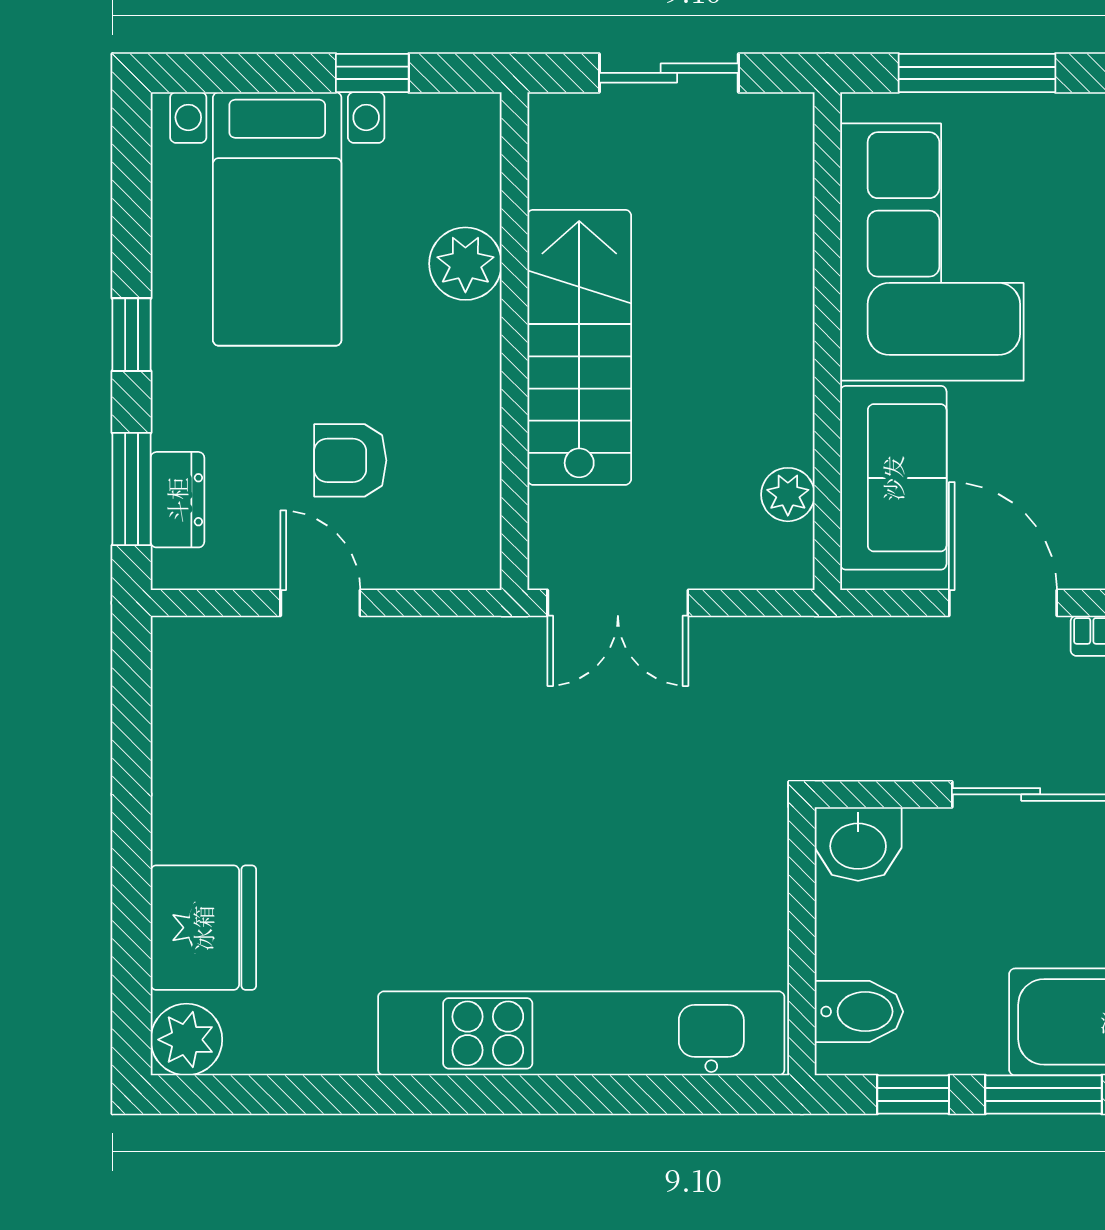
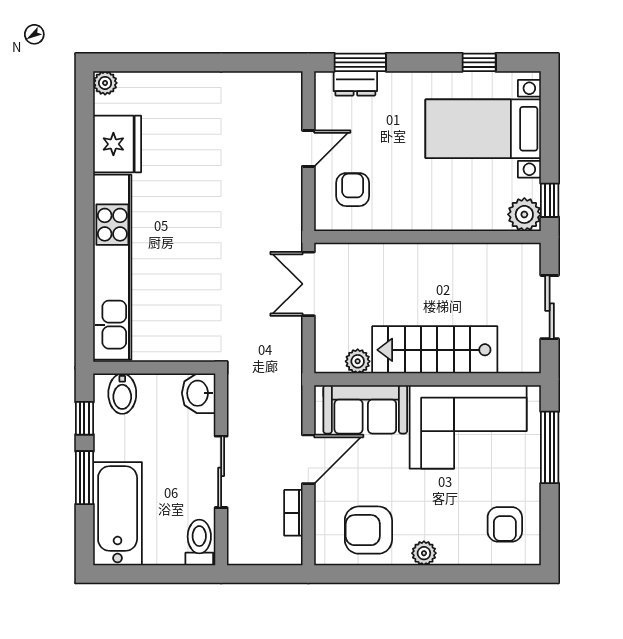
window: (372, 73) -> (550, 200), moved
plant: (465, 264) -> (524, 214), moved
window: (131, 335) -> (479, 62), moved
stairs: (579, 347) -> (435, 350), moved, turned 180
armchair: (350, 460) -> (353, 190), moved
fridge: (203, 928) -> (117, 144), moved, turned -90
plant: (186, 1040) -> (105, 83), width x0.73, depth x0.73

